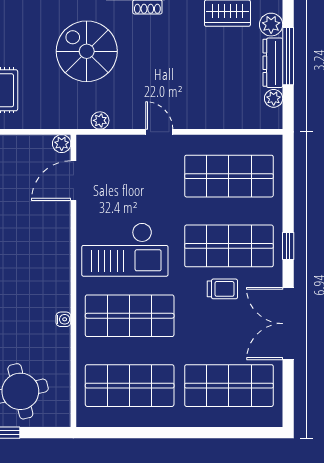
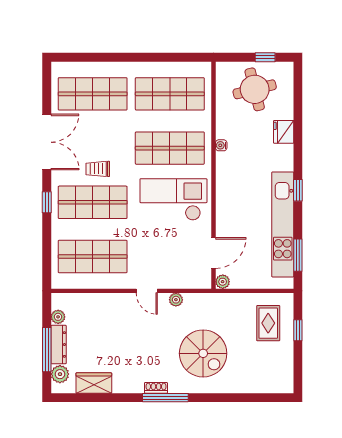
plant: (100, 120) -> (176, 300), moved

